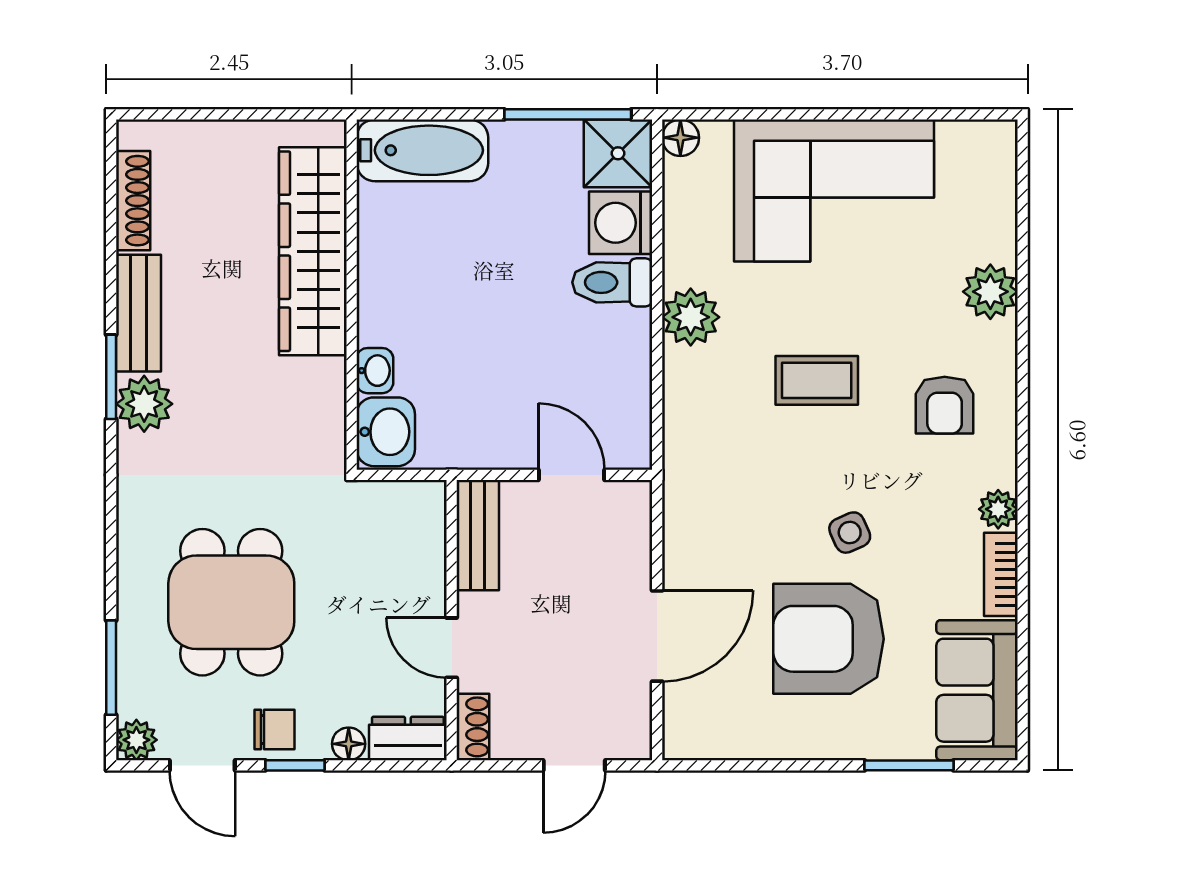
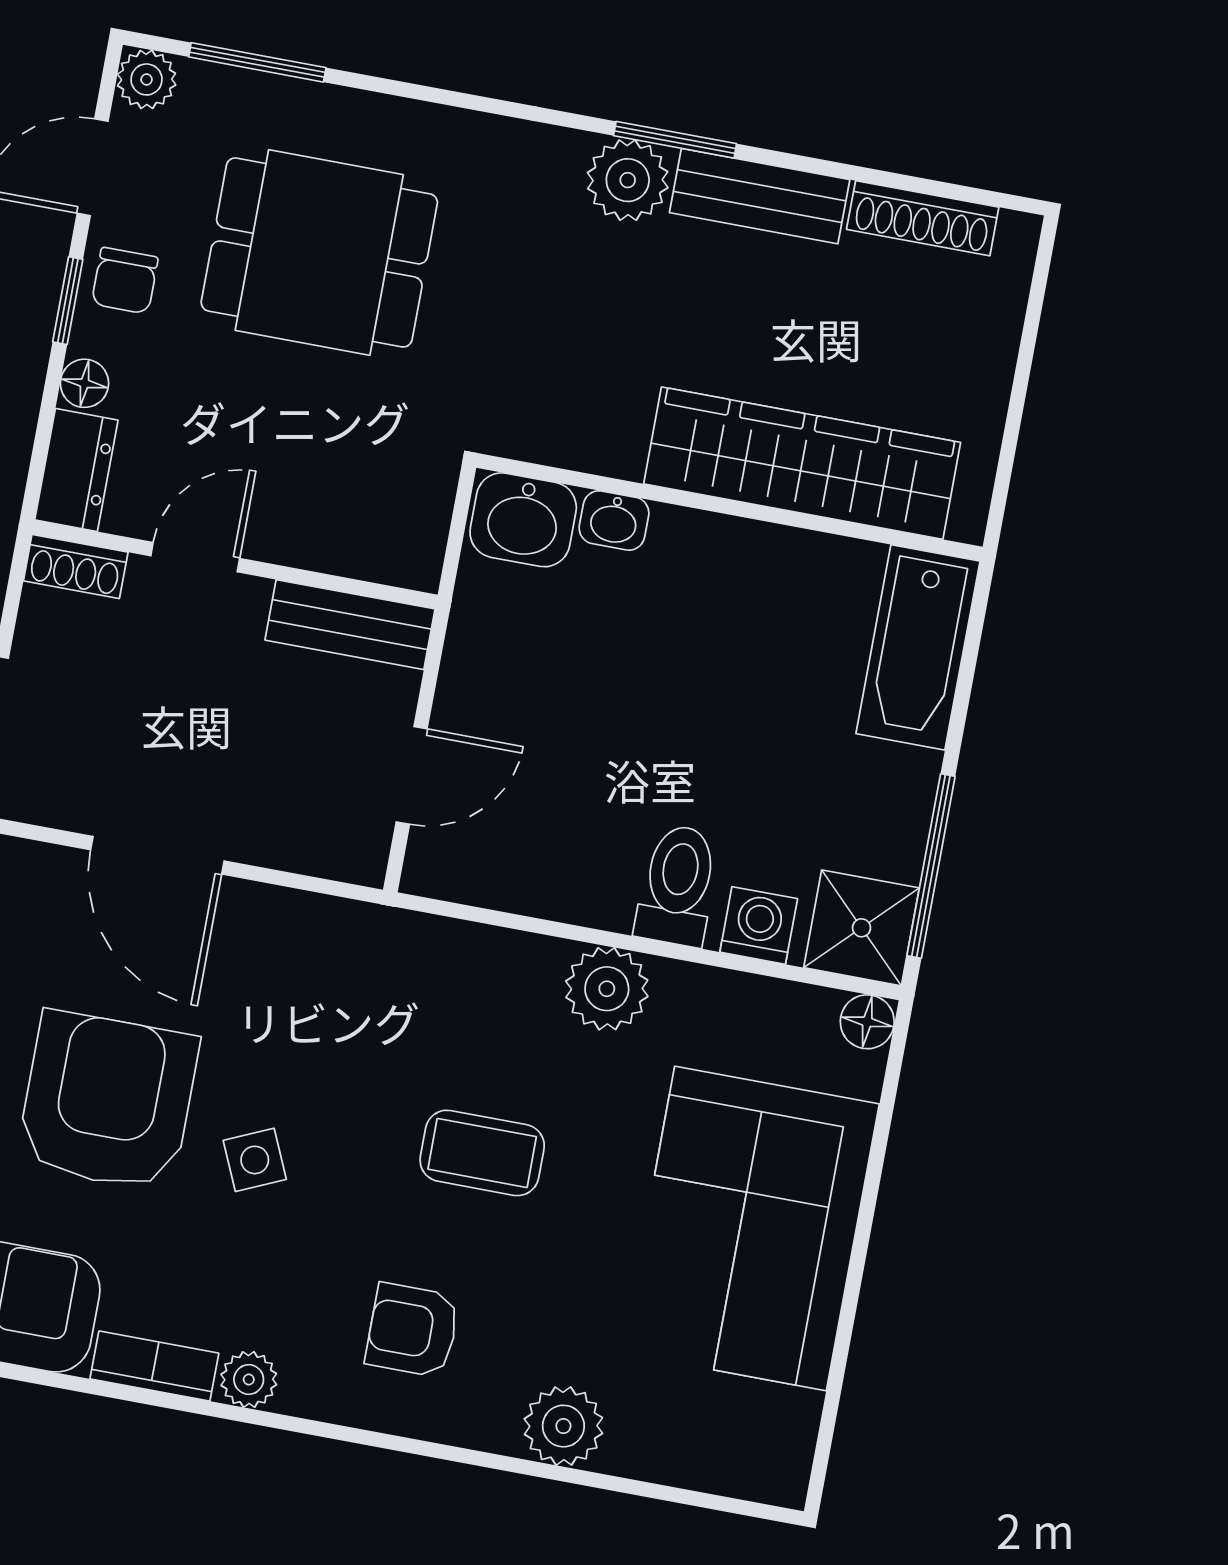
washing machine: (621, 223) -> (759, 925), width x0.73, depth x0.73
coffee table: (817, 380) -> (482, 1153), turned 90

